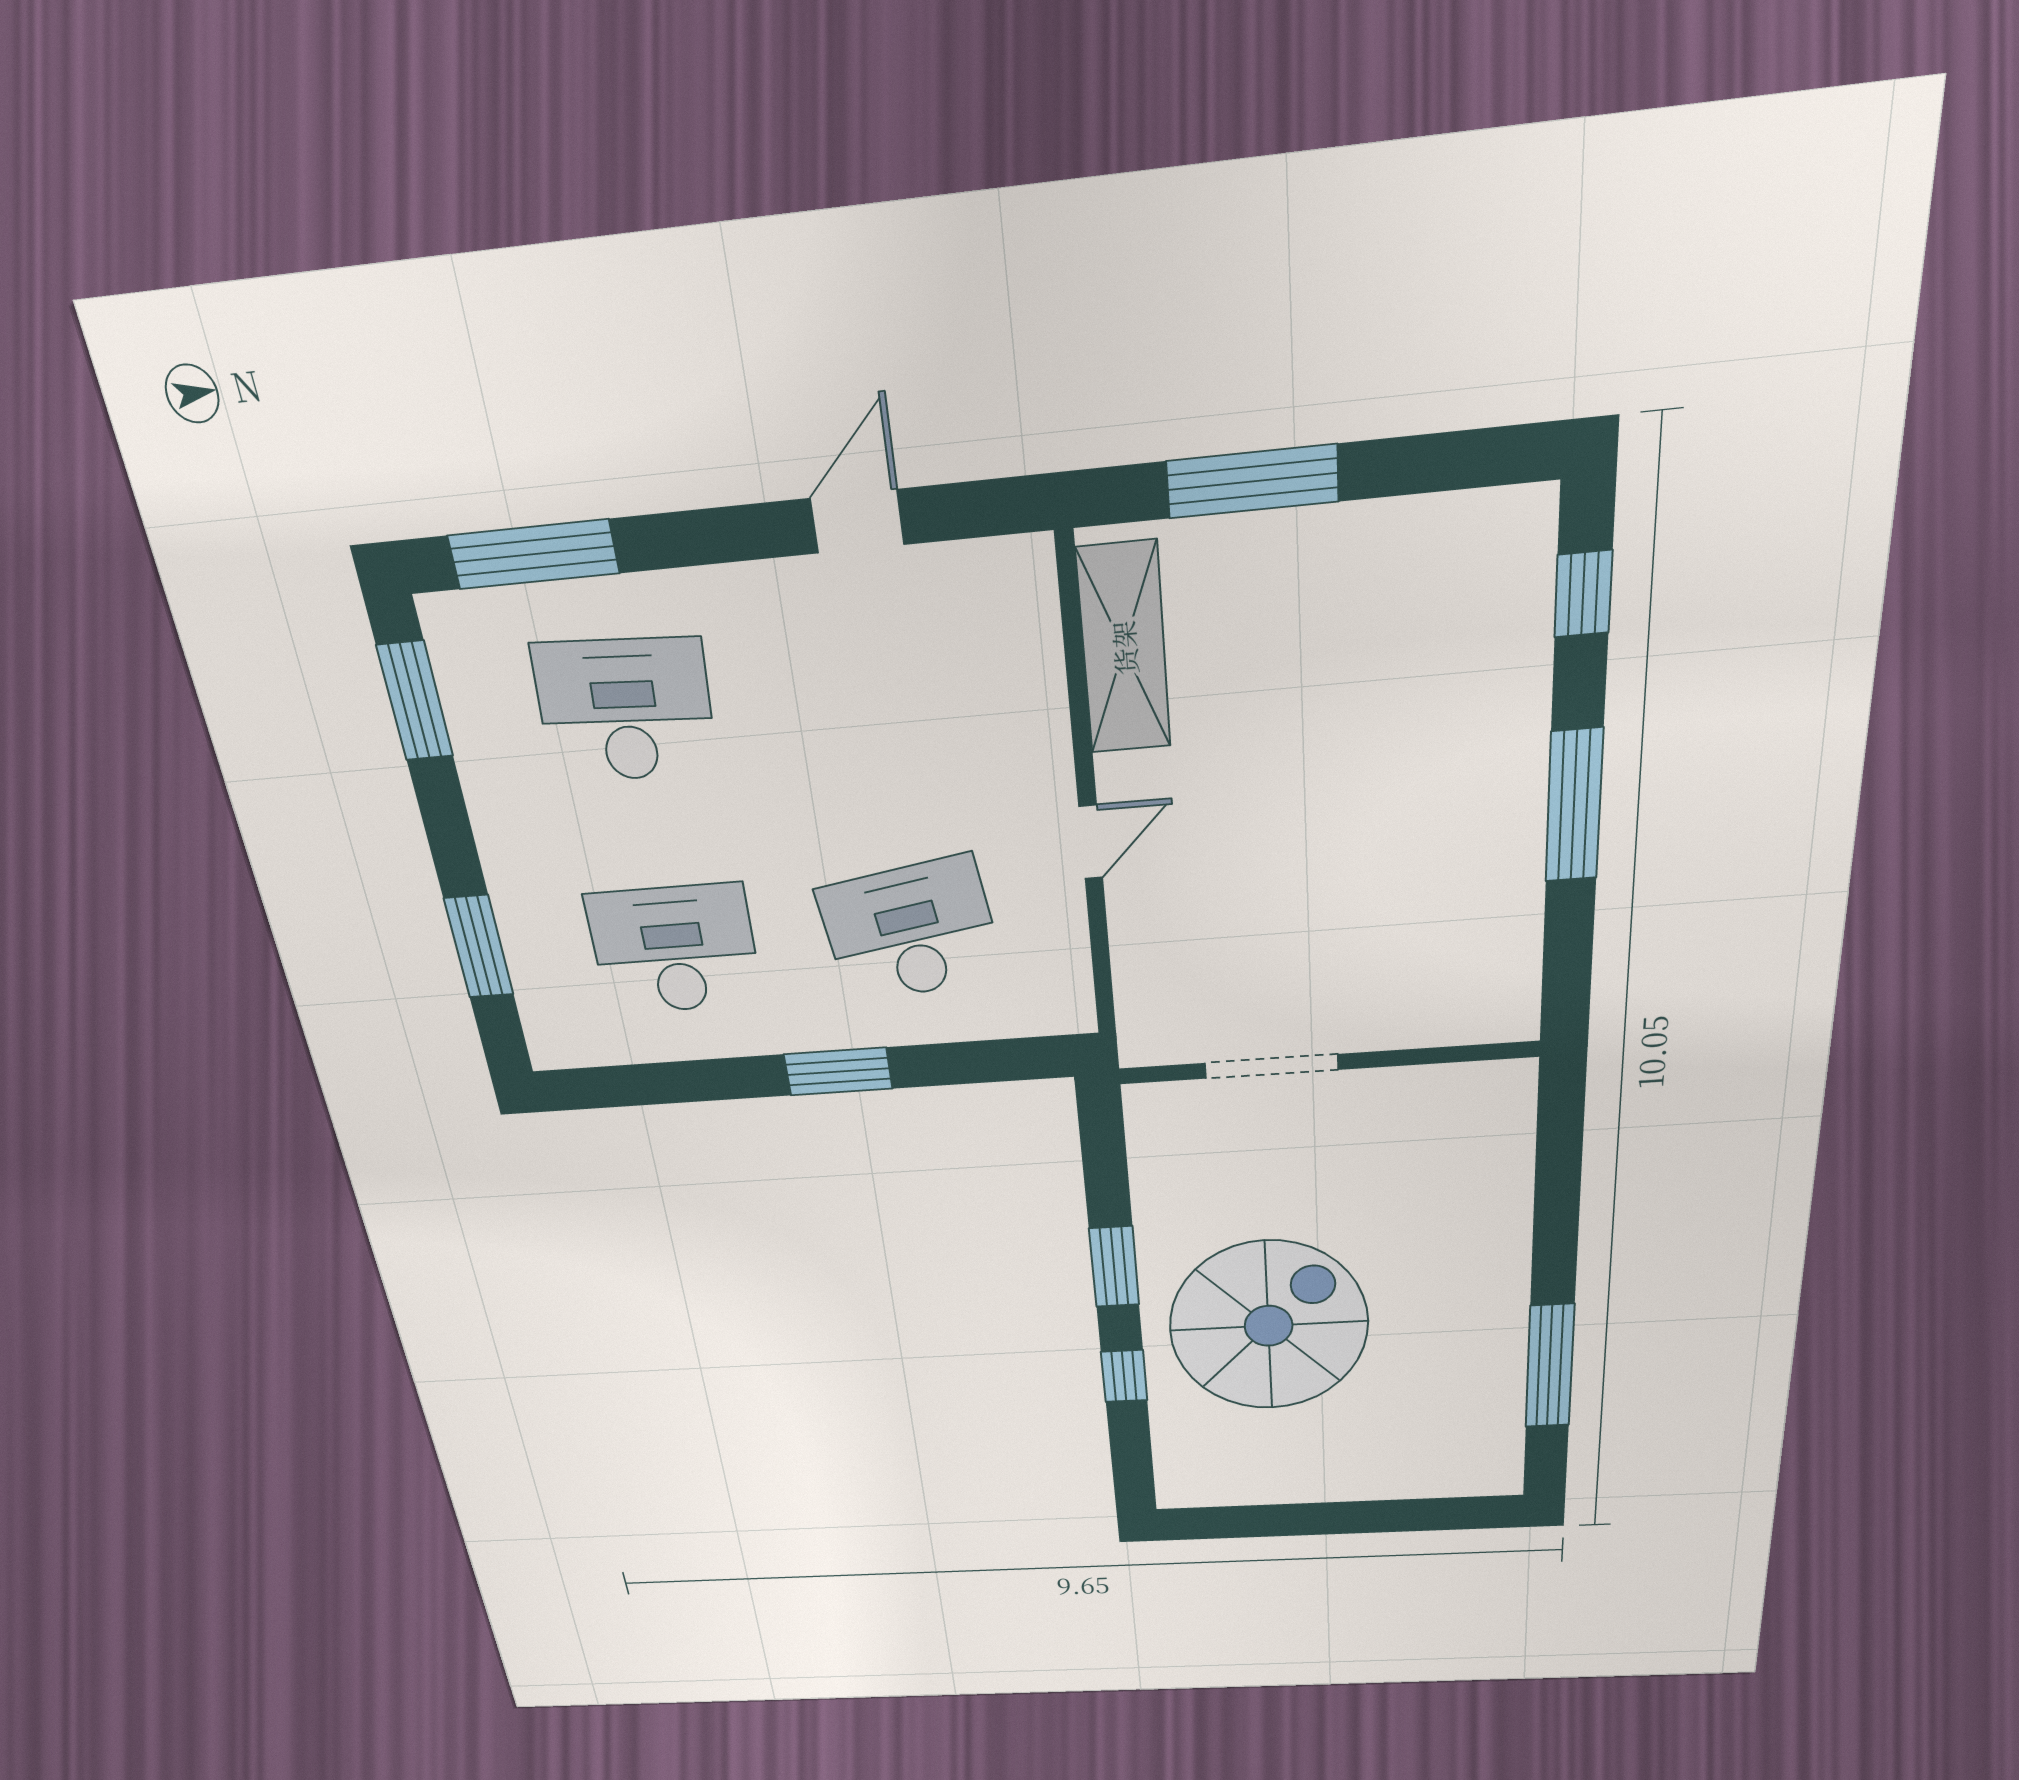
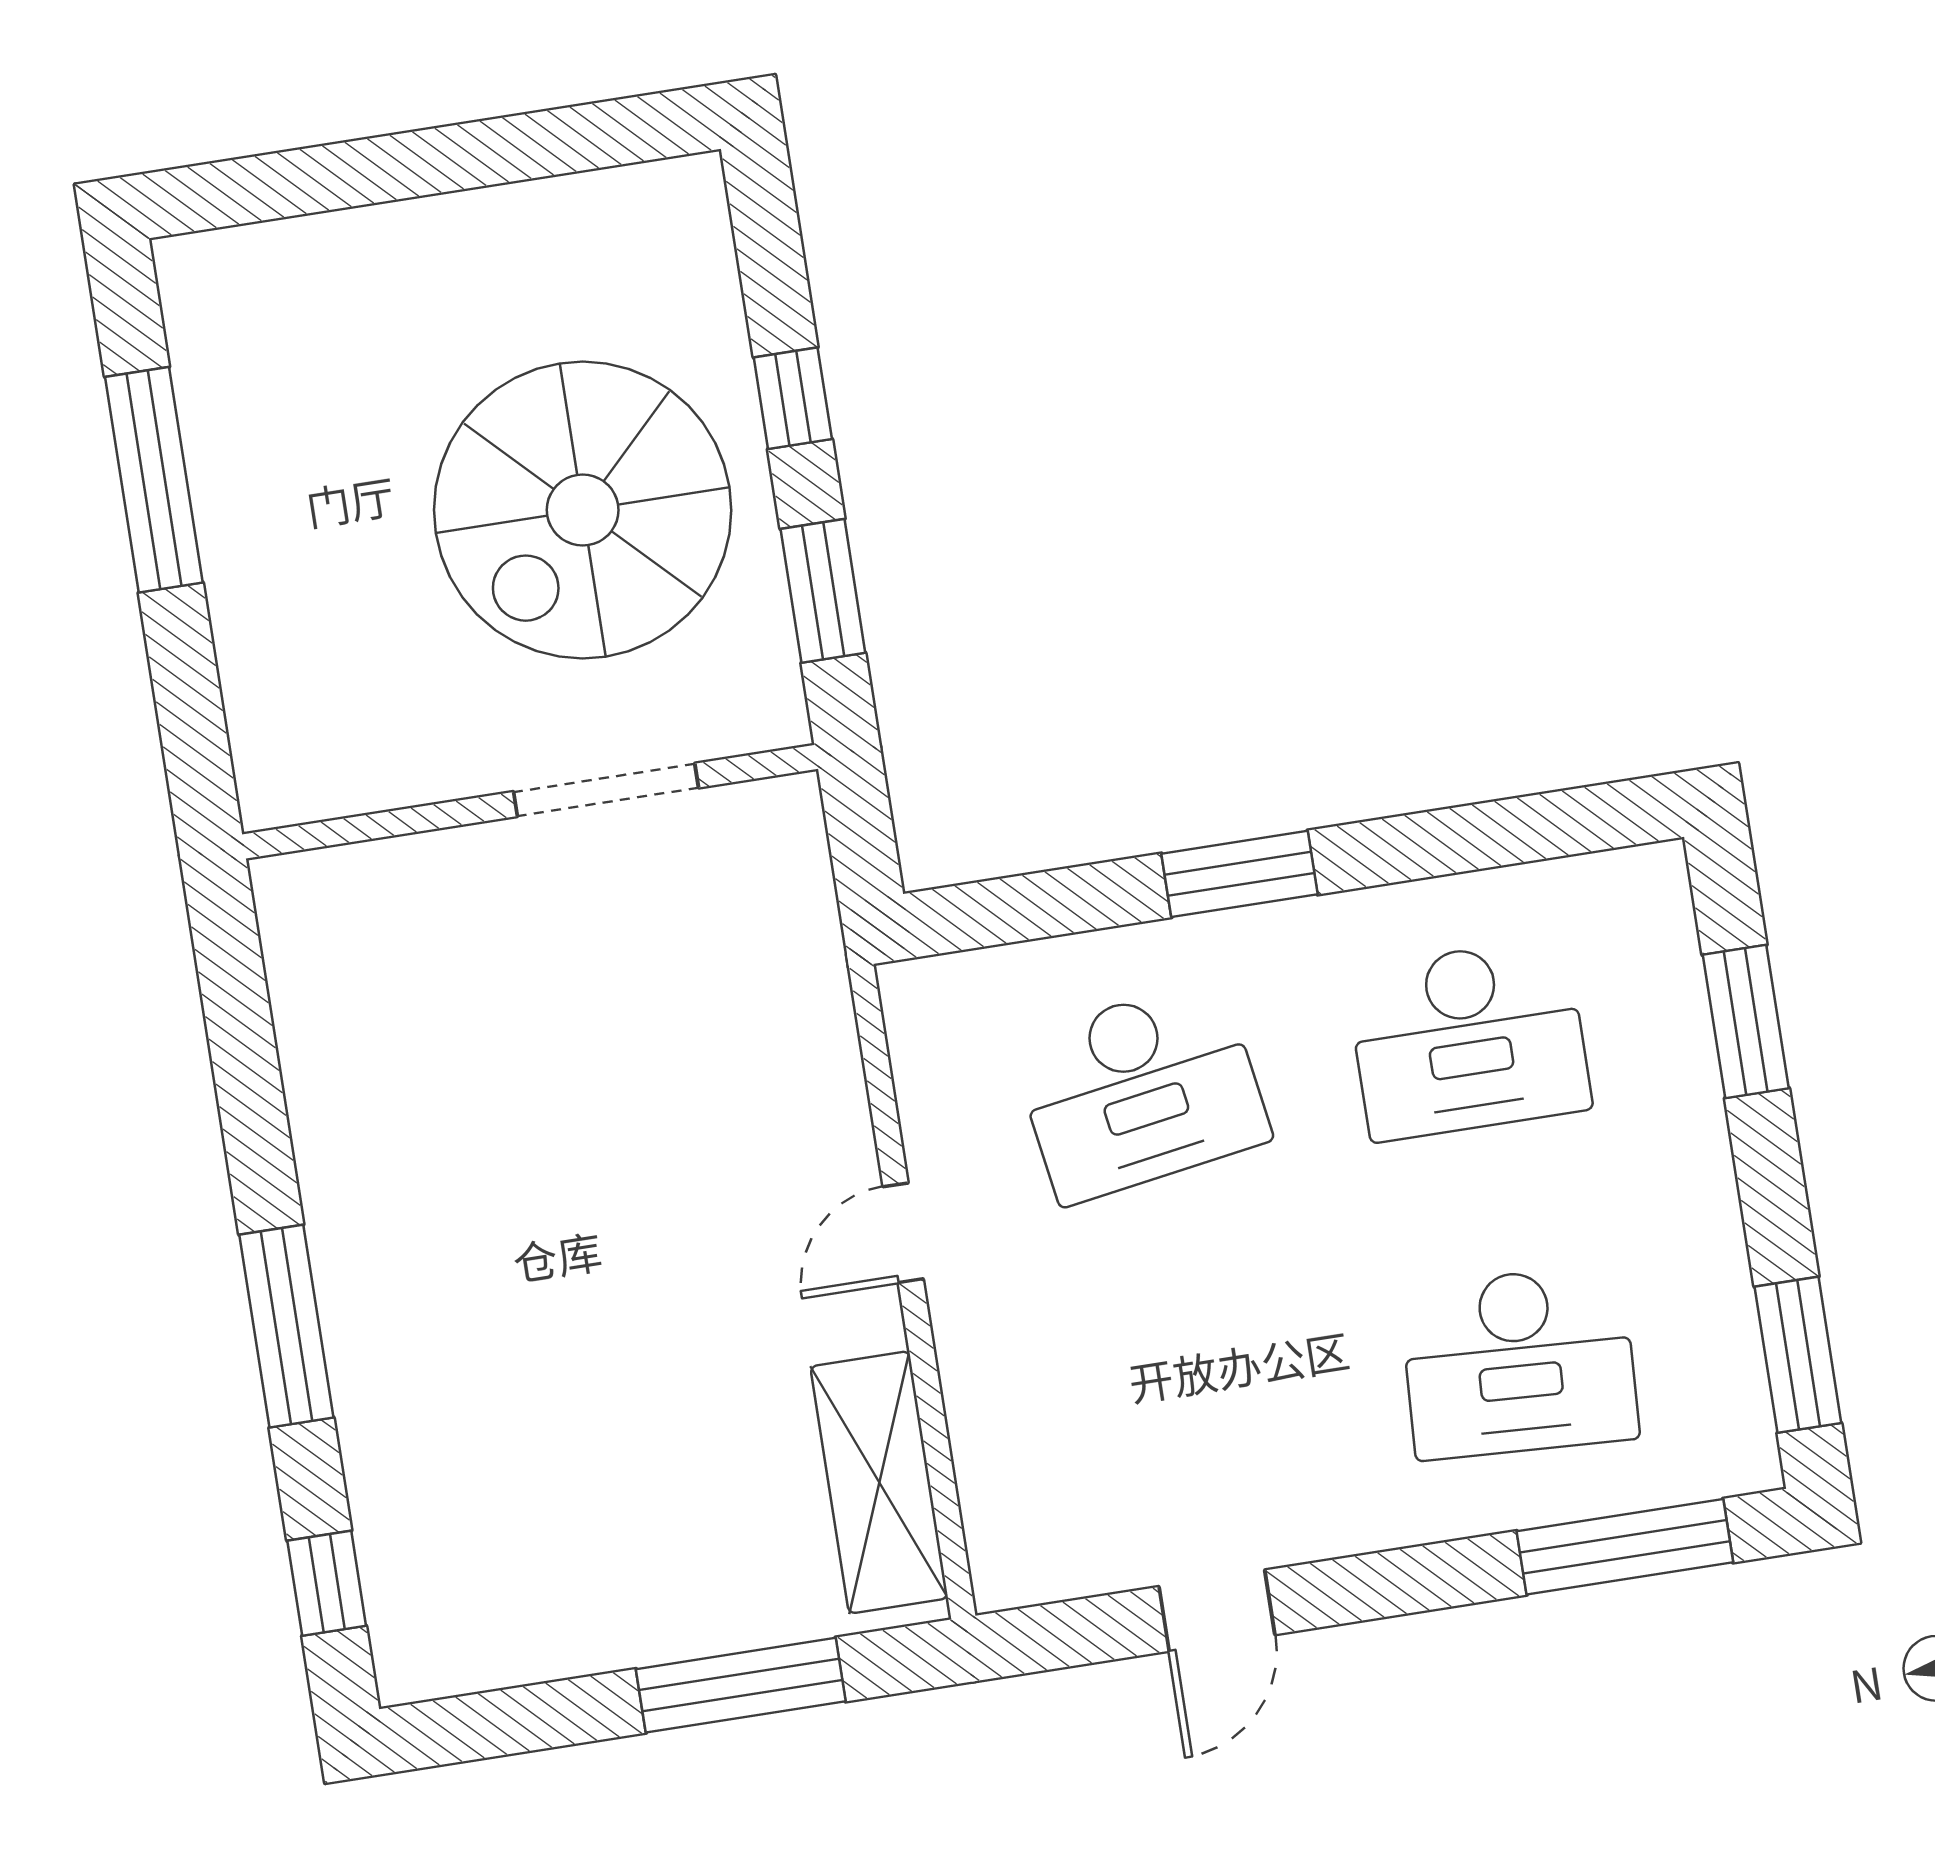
wall: (1327, 1063) -> (530, 802), moved
doorway: (1272, 1066) -> (606, 790), moved

